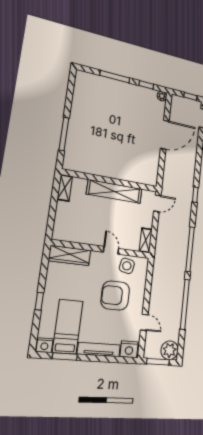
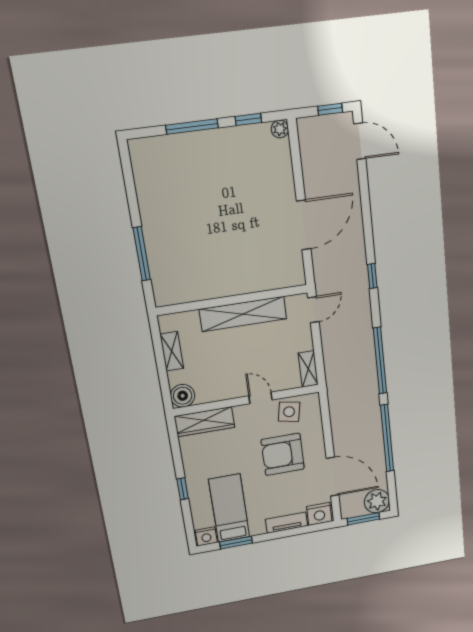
door: (165, 135) -> (304, 225), moved
shelving: (65, 188) -> (172, 351), moved
boiler: (61, 232) -> (183, 396), added
door: (144, 322) -> (333, 477), width x1.88
tv unit: (99, 349) -> (287, 523), width x0.71

